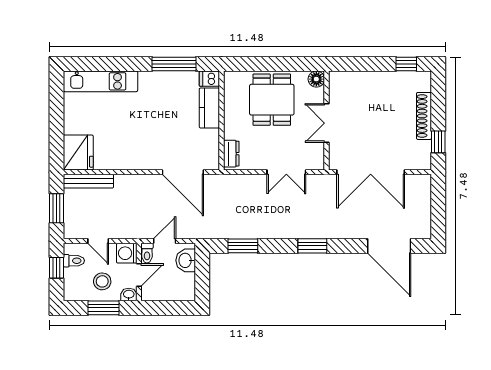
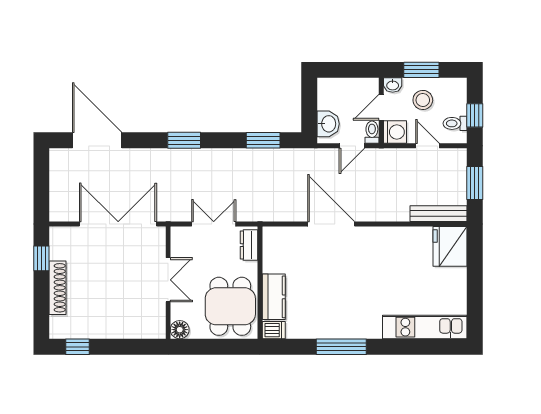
dishwasher: (209, 79) -> (274, 330), moved
kitchen counter: (209, 108) -> (274, 297), moved
wall: (221, 120) -> (260, 283), moved
dresser: (231, 154) -> (249, 245), moved

